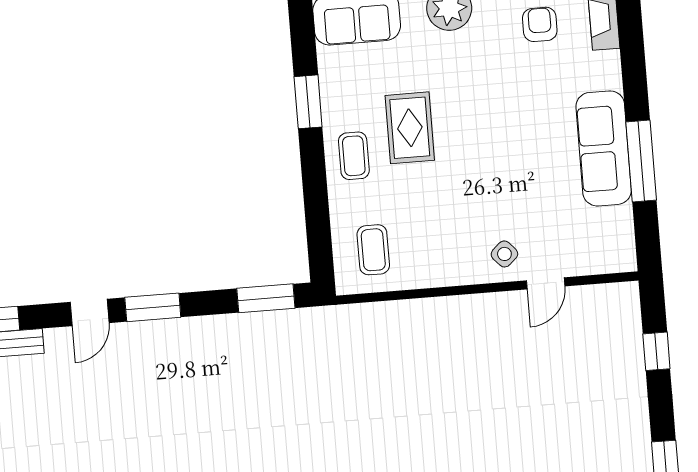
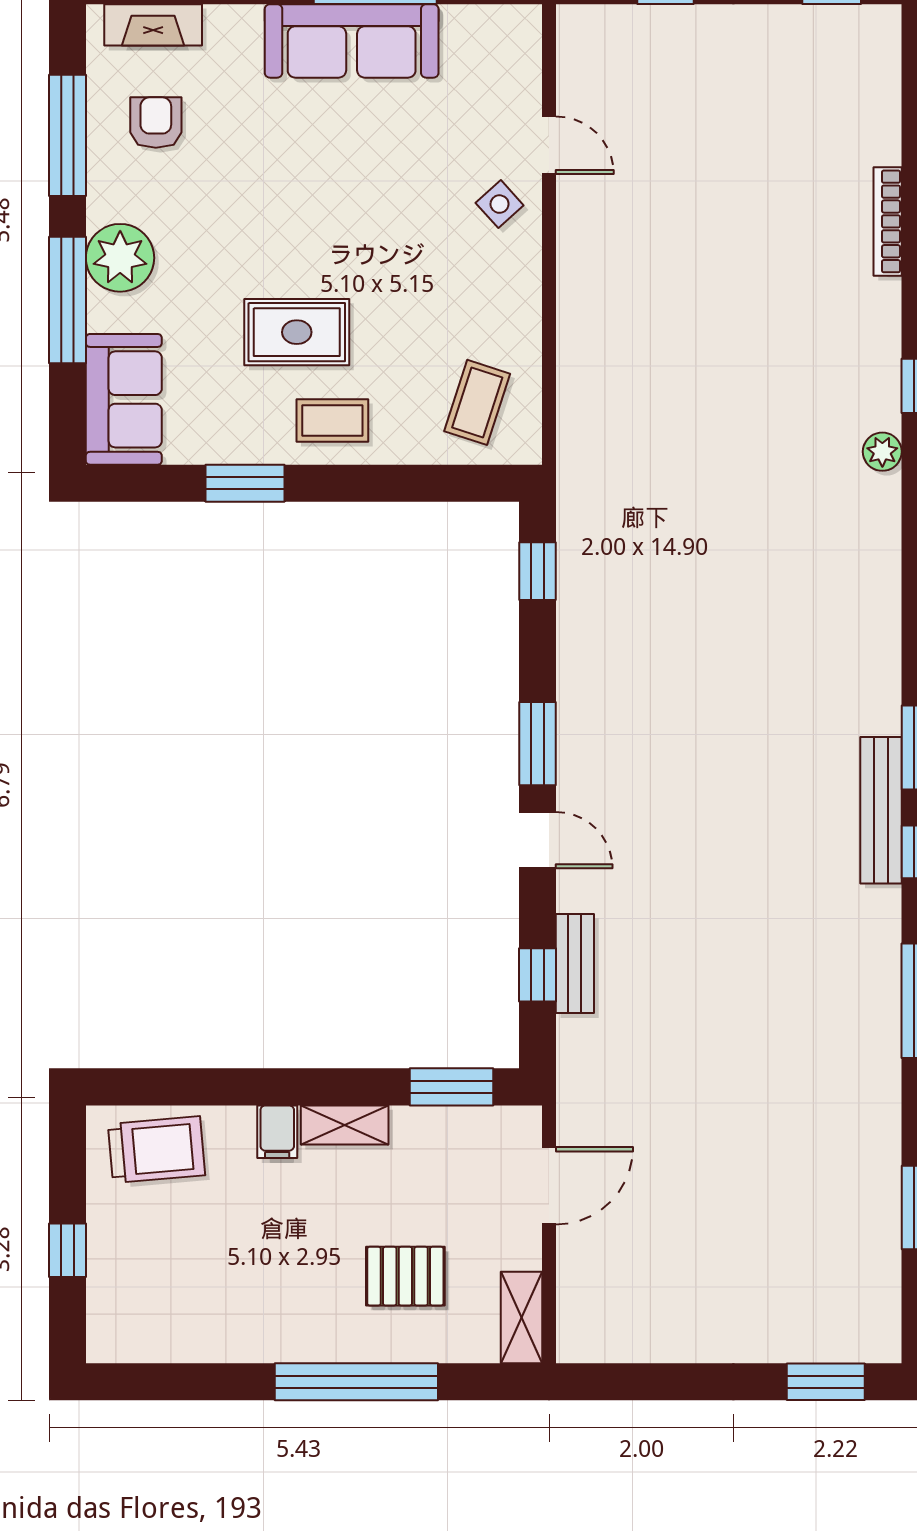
armchair: (540, 24) -> (156, 123), turned 90
coffee table: (373, 250) -> (477, 402), turned -72
window: (266, 298) -> (538, 571), width x0.67

